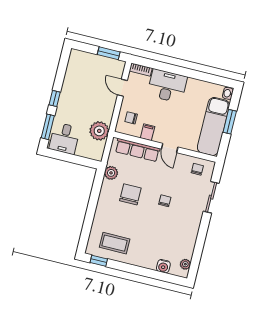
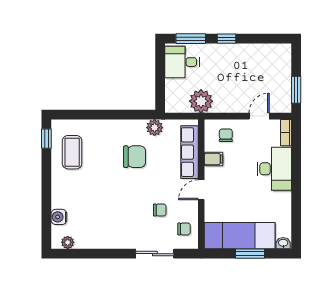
chair: (165, 201) -> (160, 210), moved

